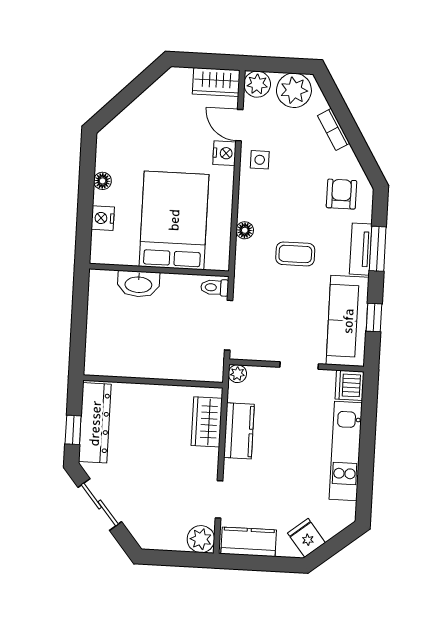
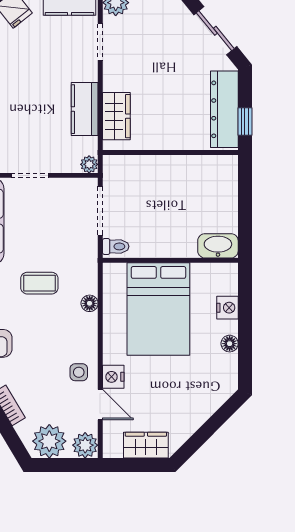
wardrobe: (216, 82) -> (146, 445), moved
washbasin: (138, 284) -> (218, 246), moved
window: (73, 430) -> (245, 122), moved

